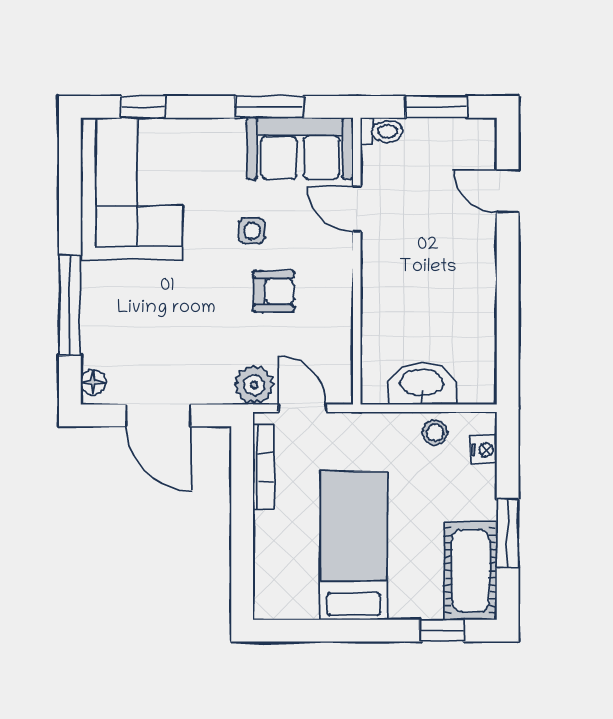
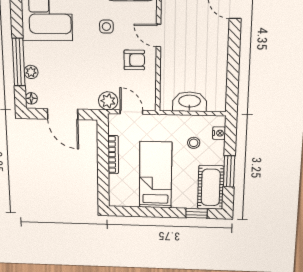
door: (357, 209) -> (159, 36), moved
armchair: (273, 291) -> (134, 60), moved
plant: (95, 326) -> (31, 72), added
stool: (435, 433) -> (194, 143), moved
bookcase: (264, 467) -> (113, 155), moved

